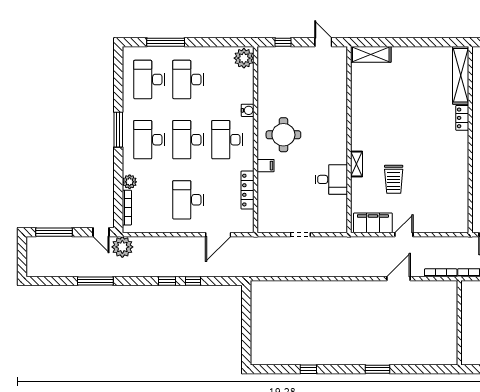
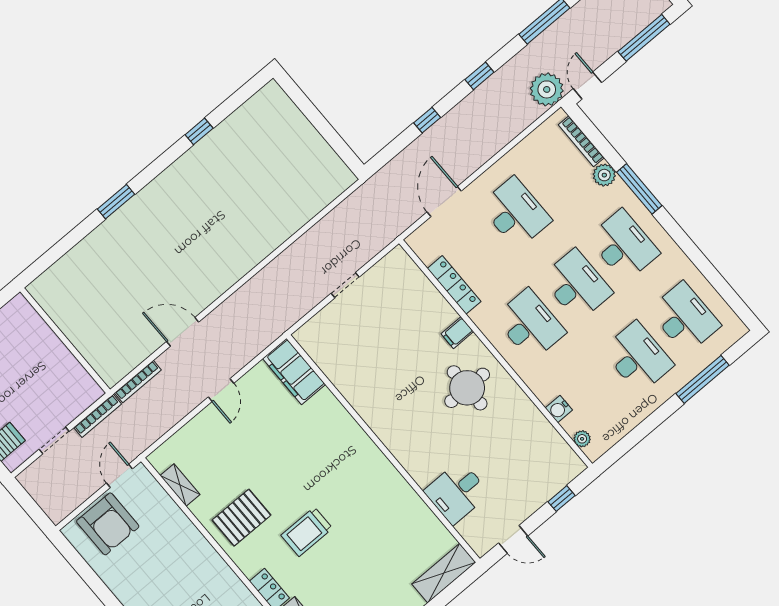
plant: (244, 58) -> (582, 439), width x0.53, depth x0.53
water cooler: (248, 110) -> (559, 409), moved
window: (118, 130) -> (639, 189), moved
shelving: (357, 164) -> (180, 485), moved
pallet: (446, 164) -> (241, 518), added
desk: (331, 179) -> (457, 492), moved
trolley: (394, 179) -> (307, 532), moved, turned -90
filing cabinet: (373, 223) -> (294, 372), moved, turned 90
door: (101, 232) -> (587, 86), hinge flipped
door: (399, 279) -> (183, 332), swing flipped
window: (167, 281) -> (479, 76), moved

